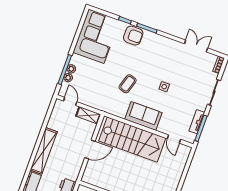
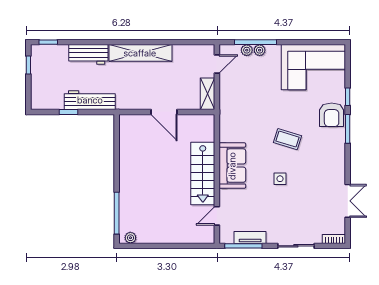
coffee table: (128, 84) -> (287, 139), moved
stairs: (132, 139) -> (203, 174), width x0.73, depth x0.66

